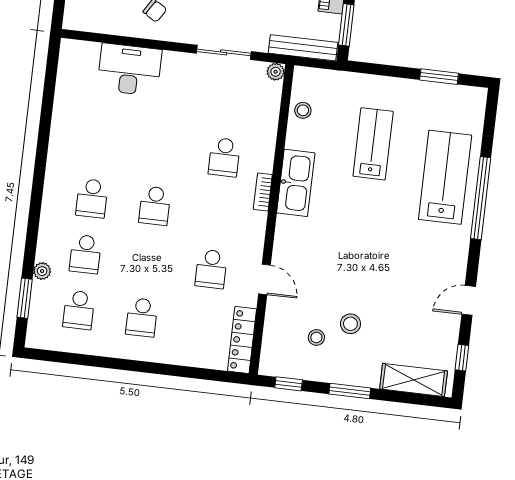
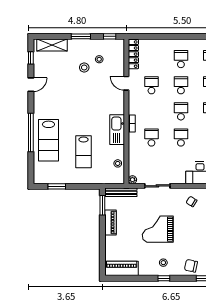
school desk: (161, 150) -> (181, 138), added
school desk: (148, 262) -> (181, 85), added

